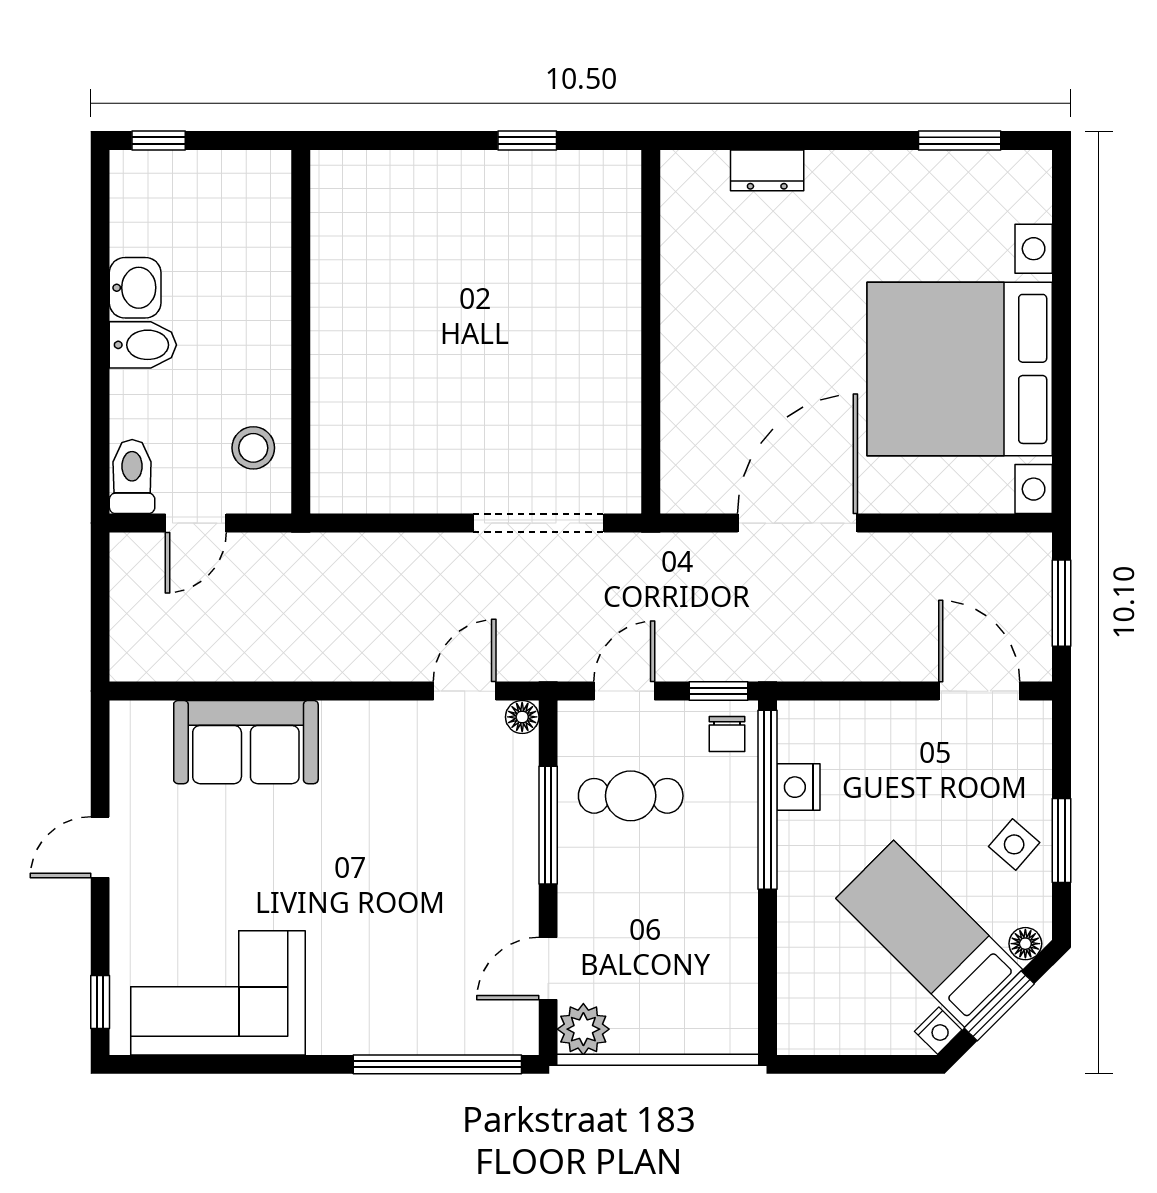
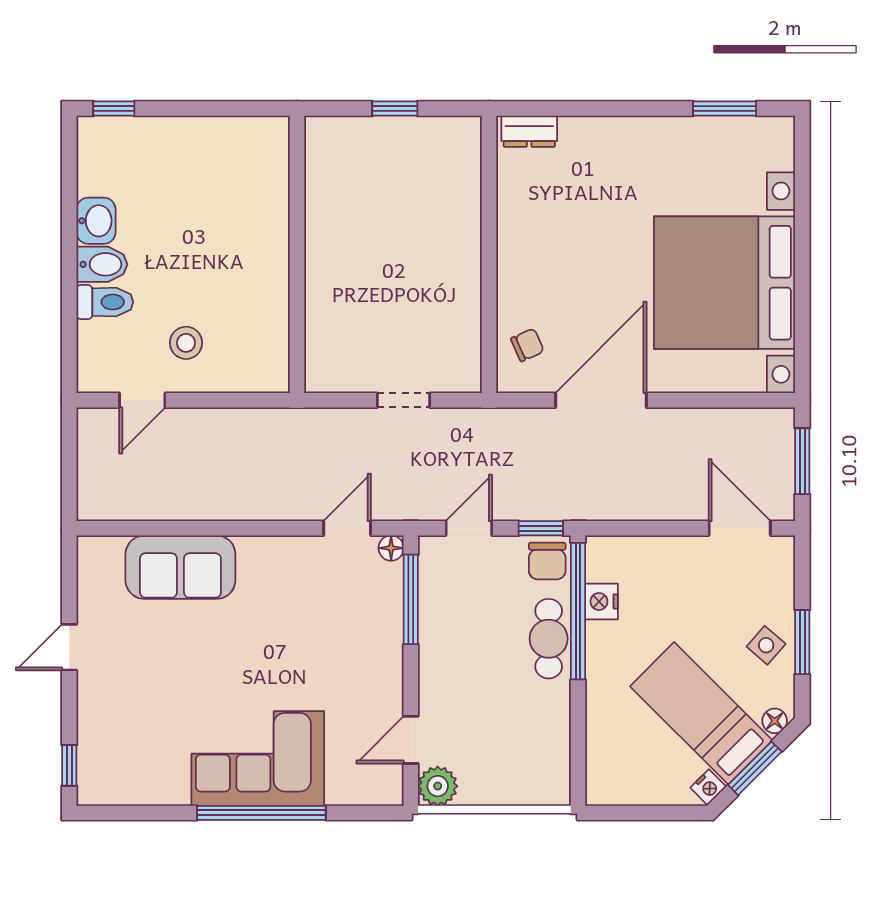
dresser: (767, 170) -> (529, 131), moved
wall: (301, 332) -> (297, 254), moved
chair: (701, 451) -> (527, 345), added
toilet: (132, 477) -> (105, 302), moved, turned 90
doorway: (539, 523) -> (404, 400), width x0.53
chair: (727, 734) -> (547, 561), width x1.37, depth x1.37
cafe table: (631, 796) -> (549, 639), moved, turned 90
window: (548, 825) -> (411, 599), moved
corner sofa: (218, 993) -> (258, 758), moved
window: (437, 1064) -> (261, 813), moved

